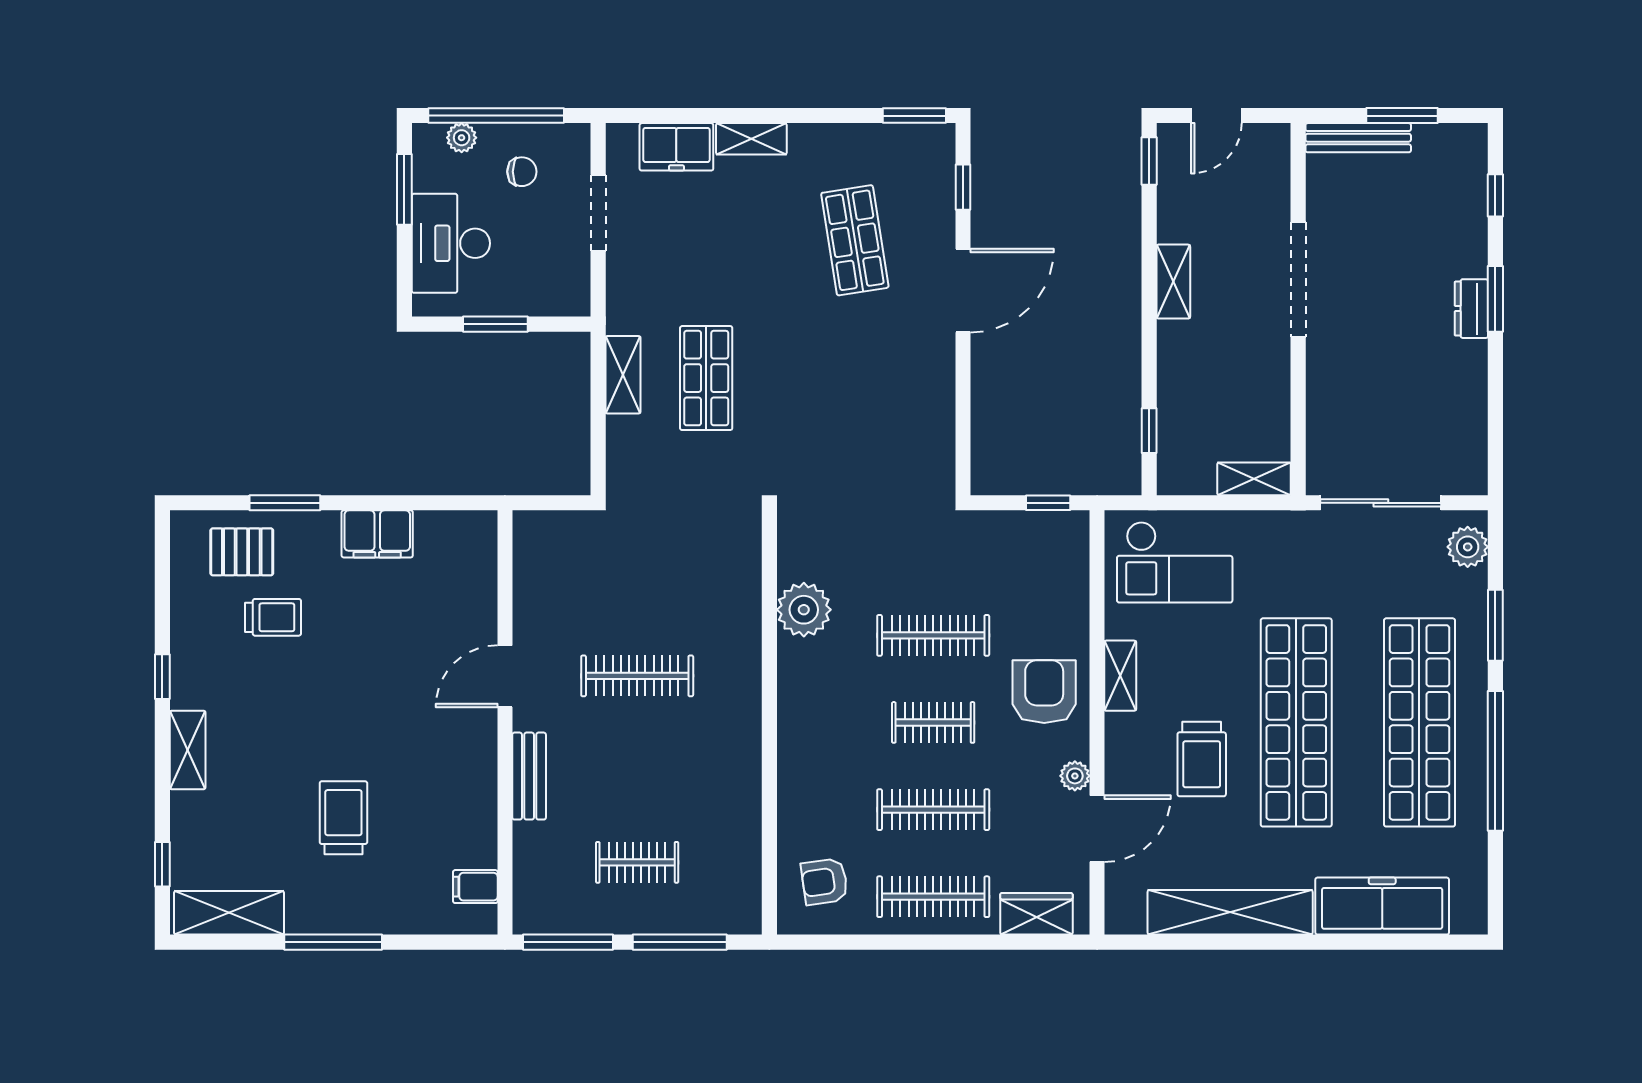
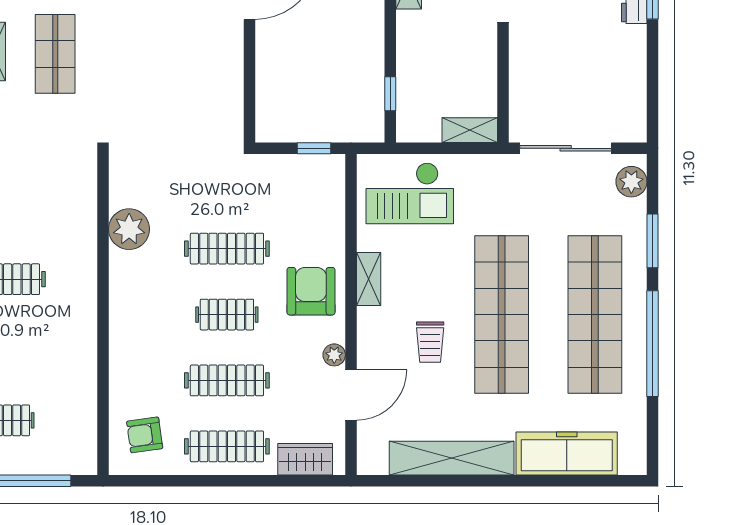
trolley: (1202, 759) -> (430, 342), width x0.73, depth x0.72

